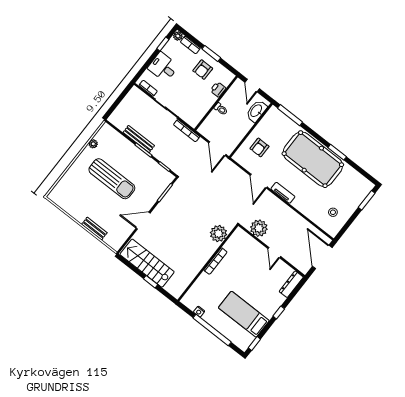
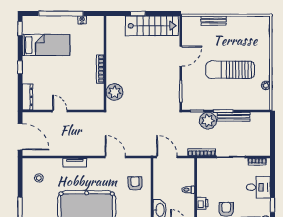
tv unit: (283, 193) -> (75, 163), moved
plant: (259, 228) -> (208, 121), moved

